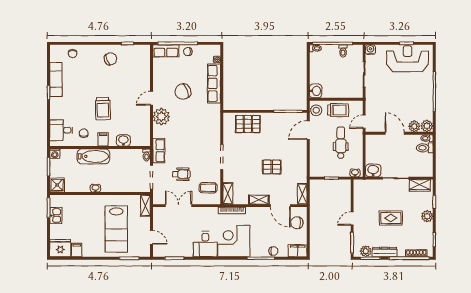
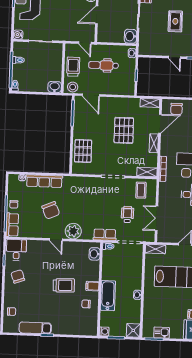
desk: (61, 130) -> (16, 250), moved, turned 180
washbasin: (123, 140) -> (95, 254), moved
pallet: (272, 167) -> (124, 130), width x1.50, depth x1.42

